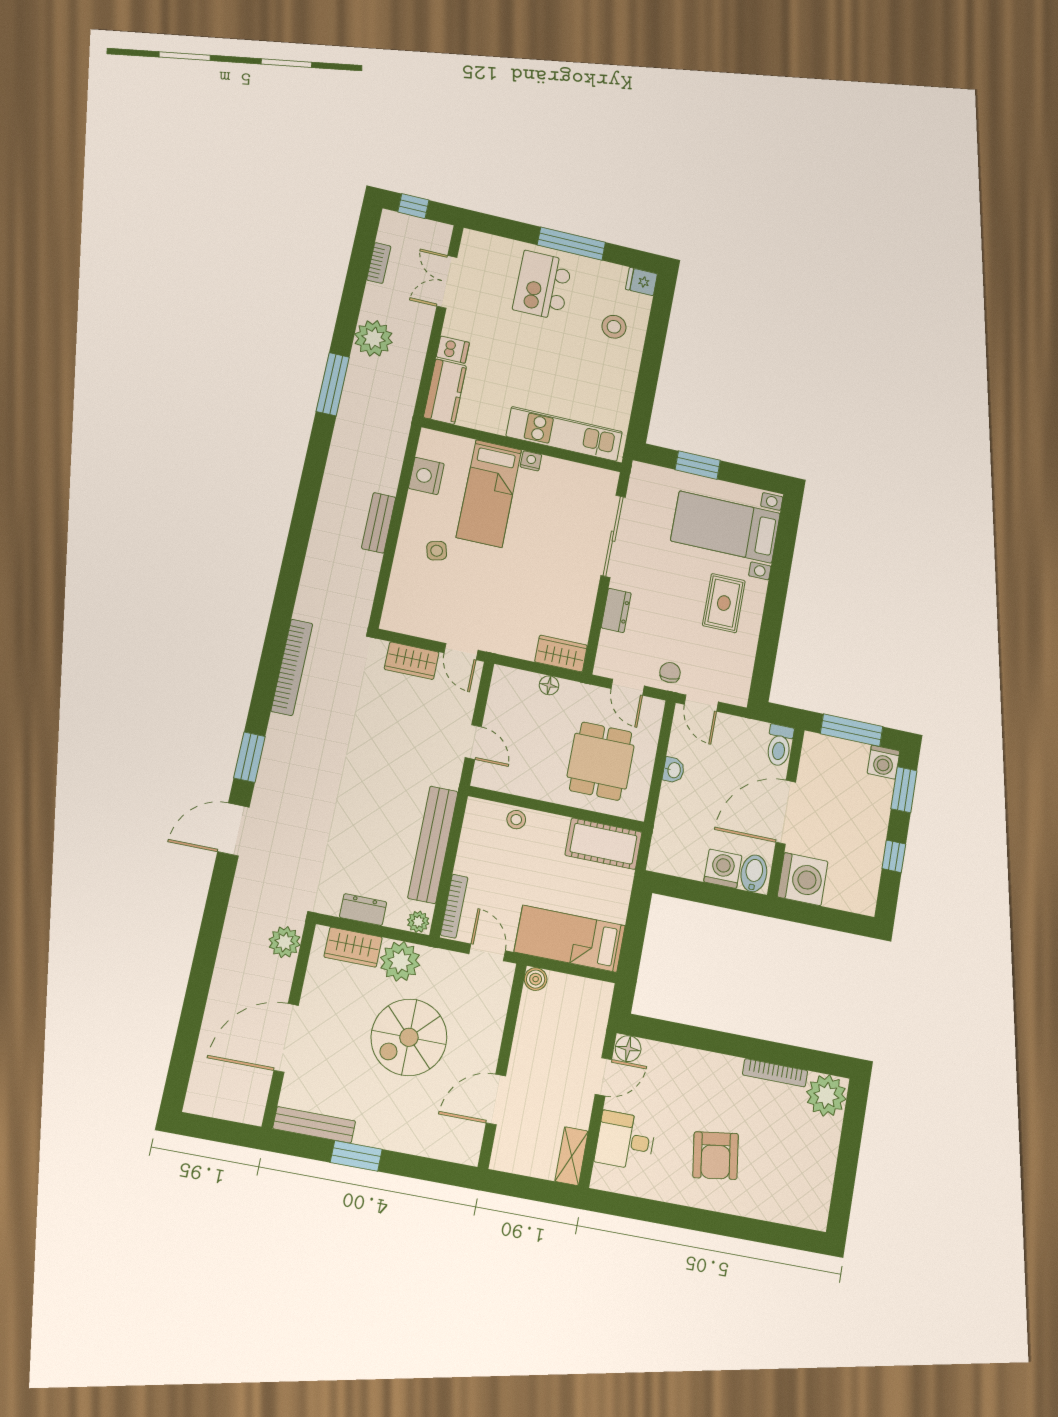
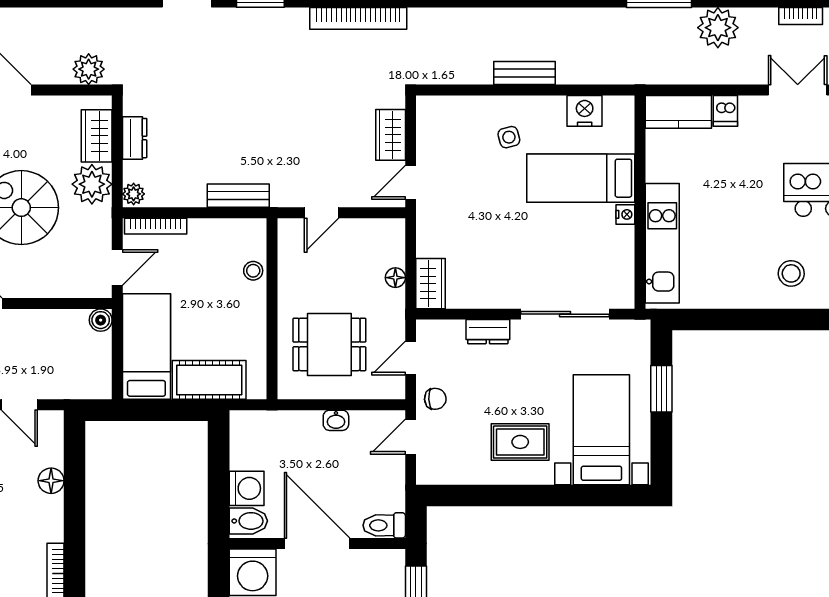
cot: (604, 844) -> (209, 380), moved, turned 90
bench: (433, 845) -> (238, 196), width x0.54, depth x0.82
floor lamp: (628, 1049) -> (51, 481), moved

